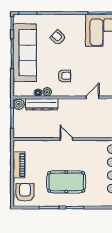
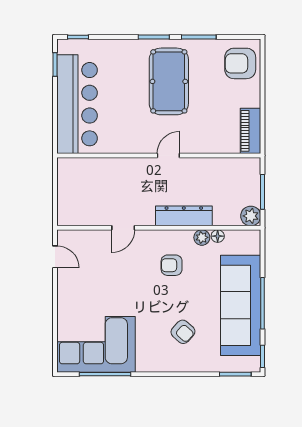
dresser: (42, 104) -> (184, 216), moved
door: (66, 139) -> (168, 156), swing flipped
piano: (19, 165) -> (250, 131), moved
pool table: (66, 182) -> (169, 81), turned 90
armchair: (25, 192) -> (240, 63), turned 90

